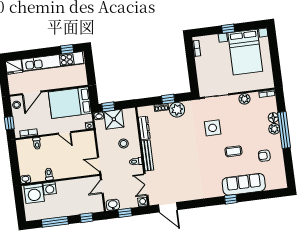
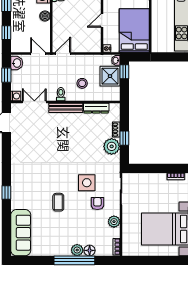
armchair: (264, 156) -> (97, 204), moved
sofa: (244, 184) -> (21, 233), moved
boiler: (67, 185) -> (45, 16), added

